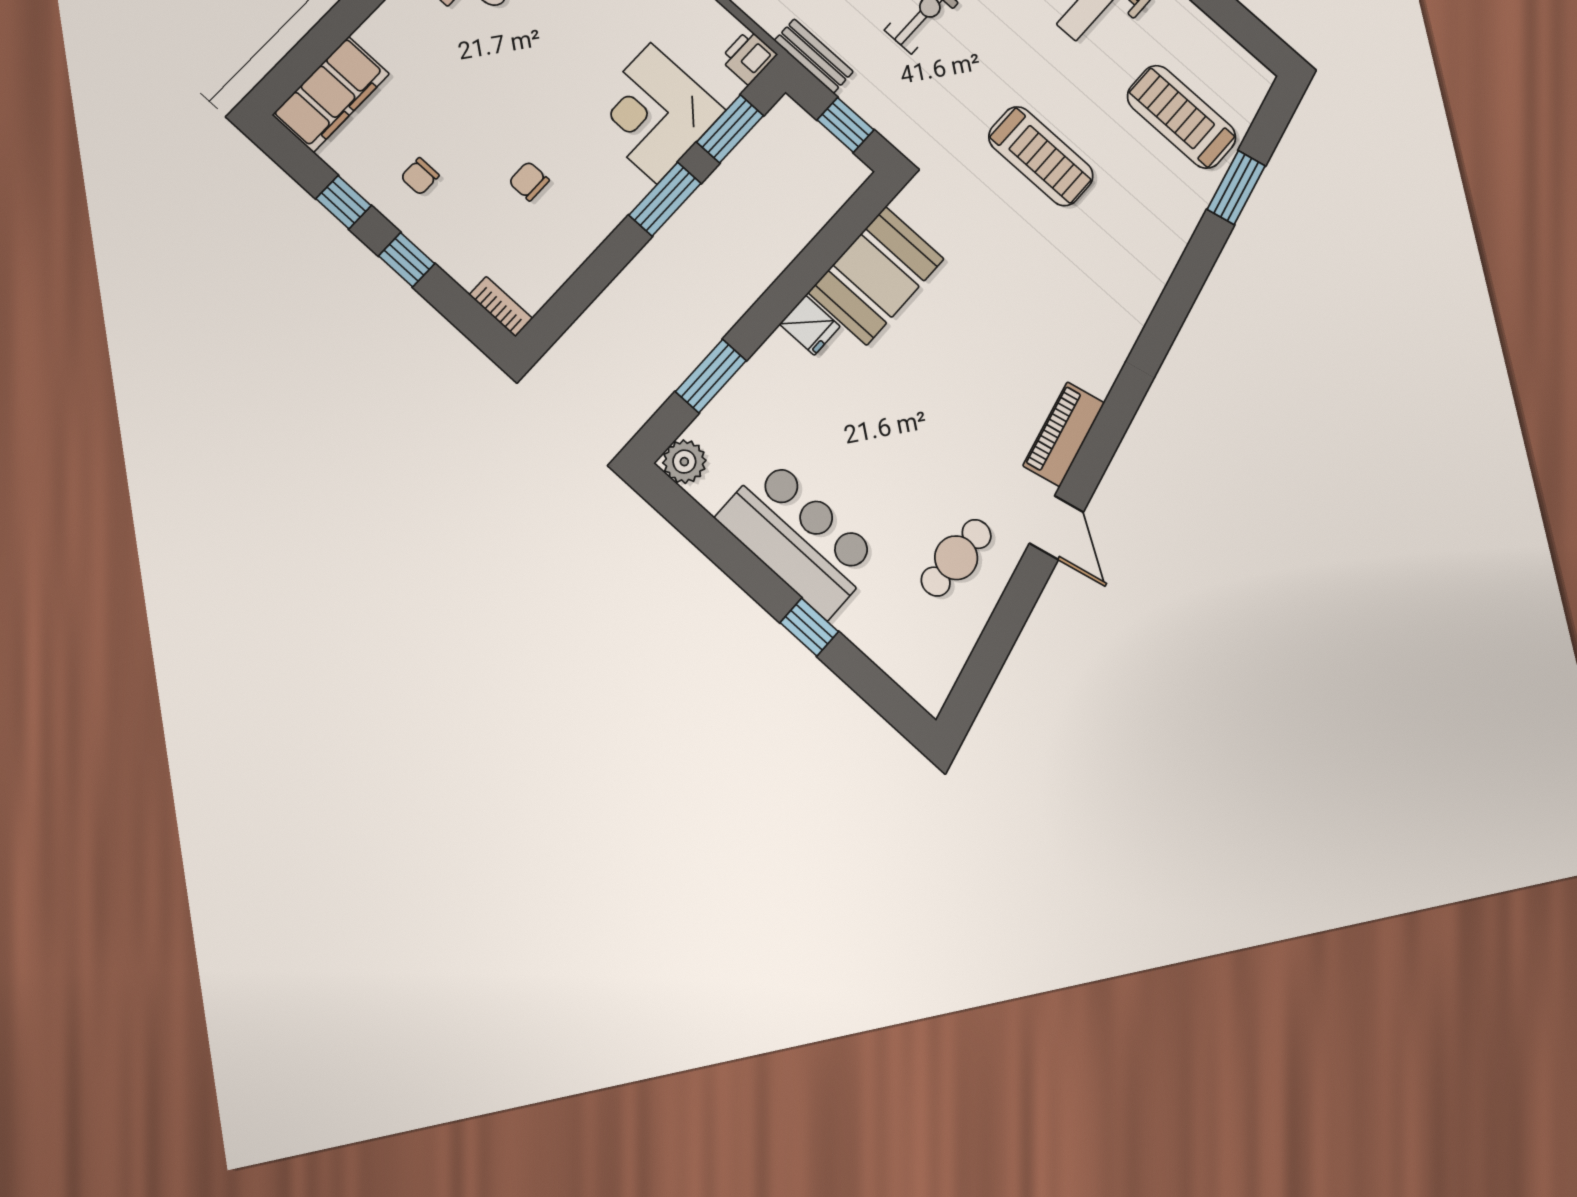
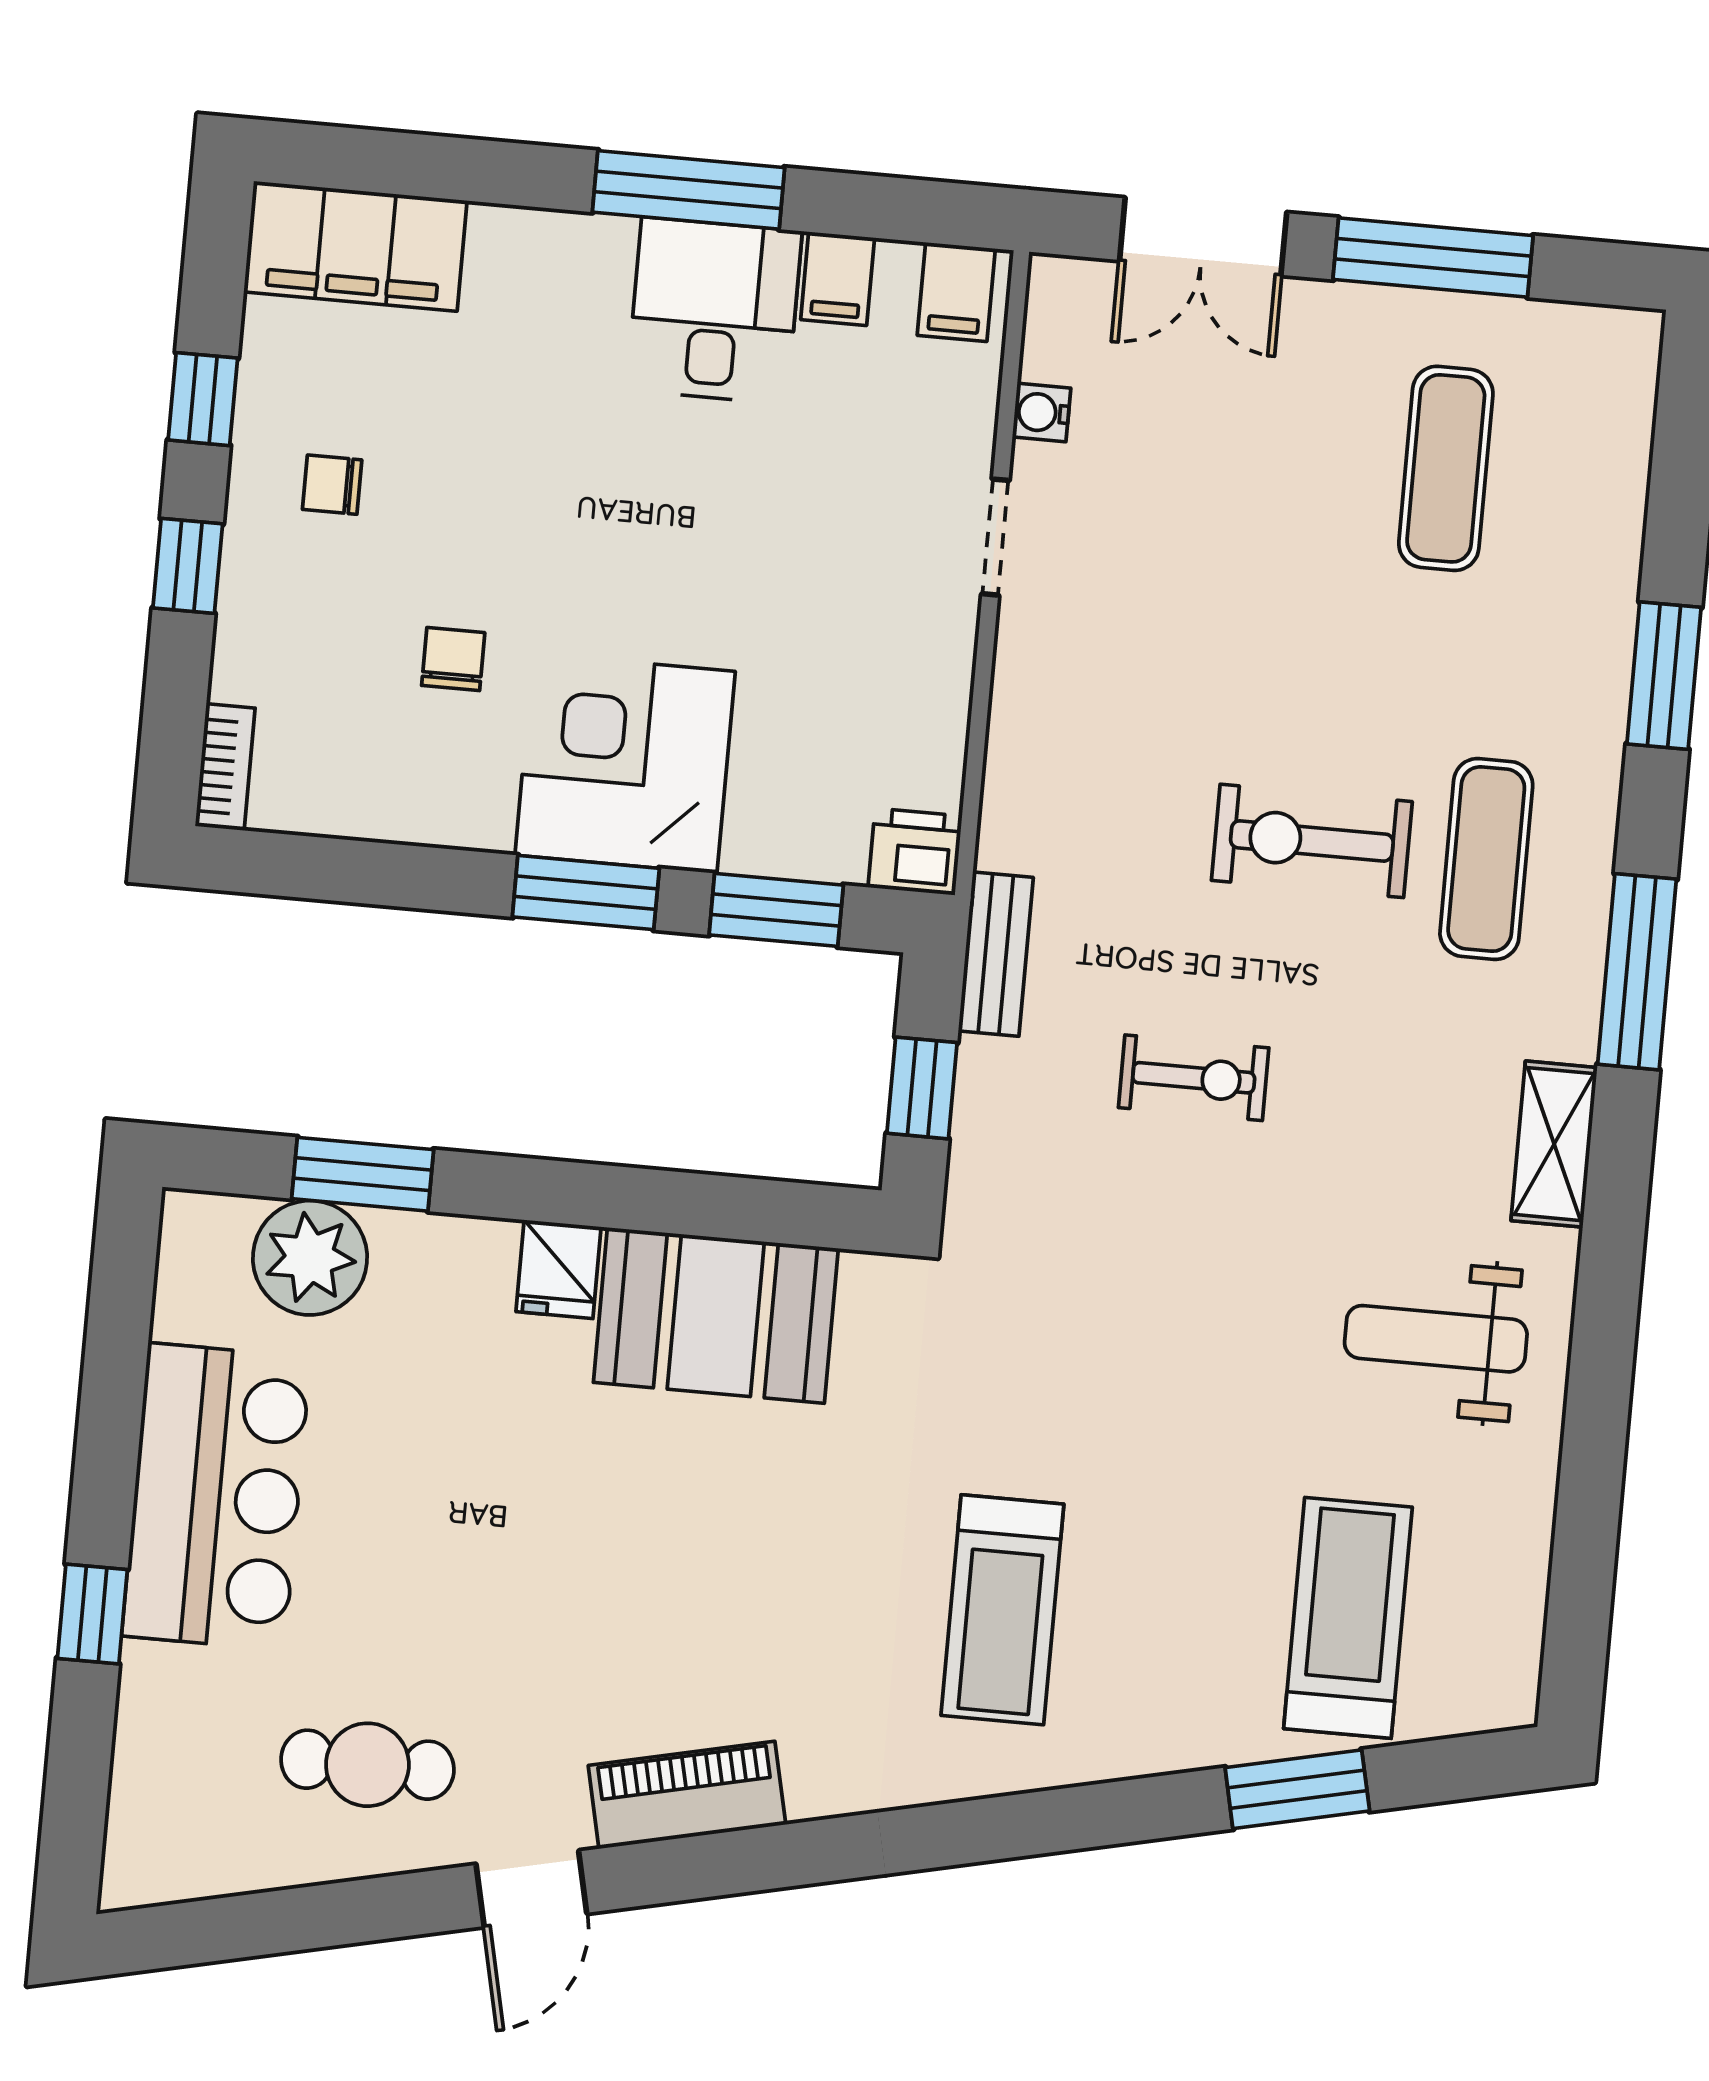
corner desk: (654, 113) -> (625, 763), moved
treadmill: (1041, 156) -> (1002, 1610), moved
plant: (684, 462) -> (310, 1258), moved, width x1.36, depth x1.36

